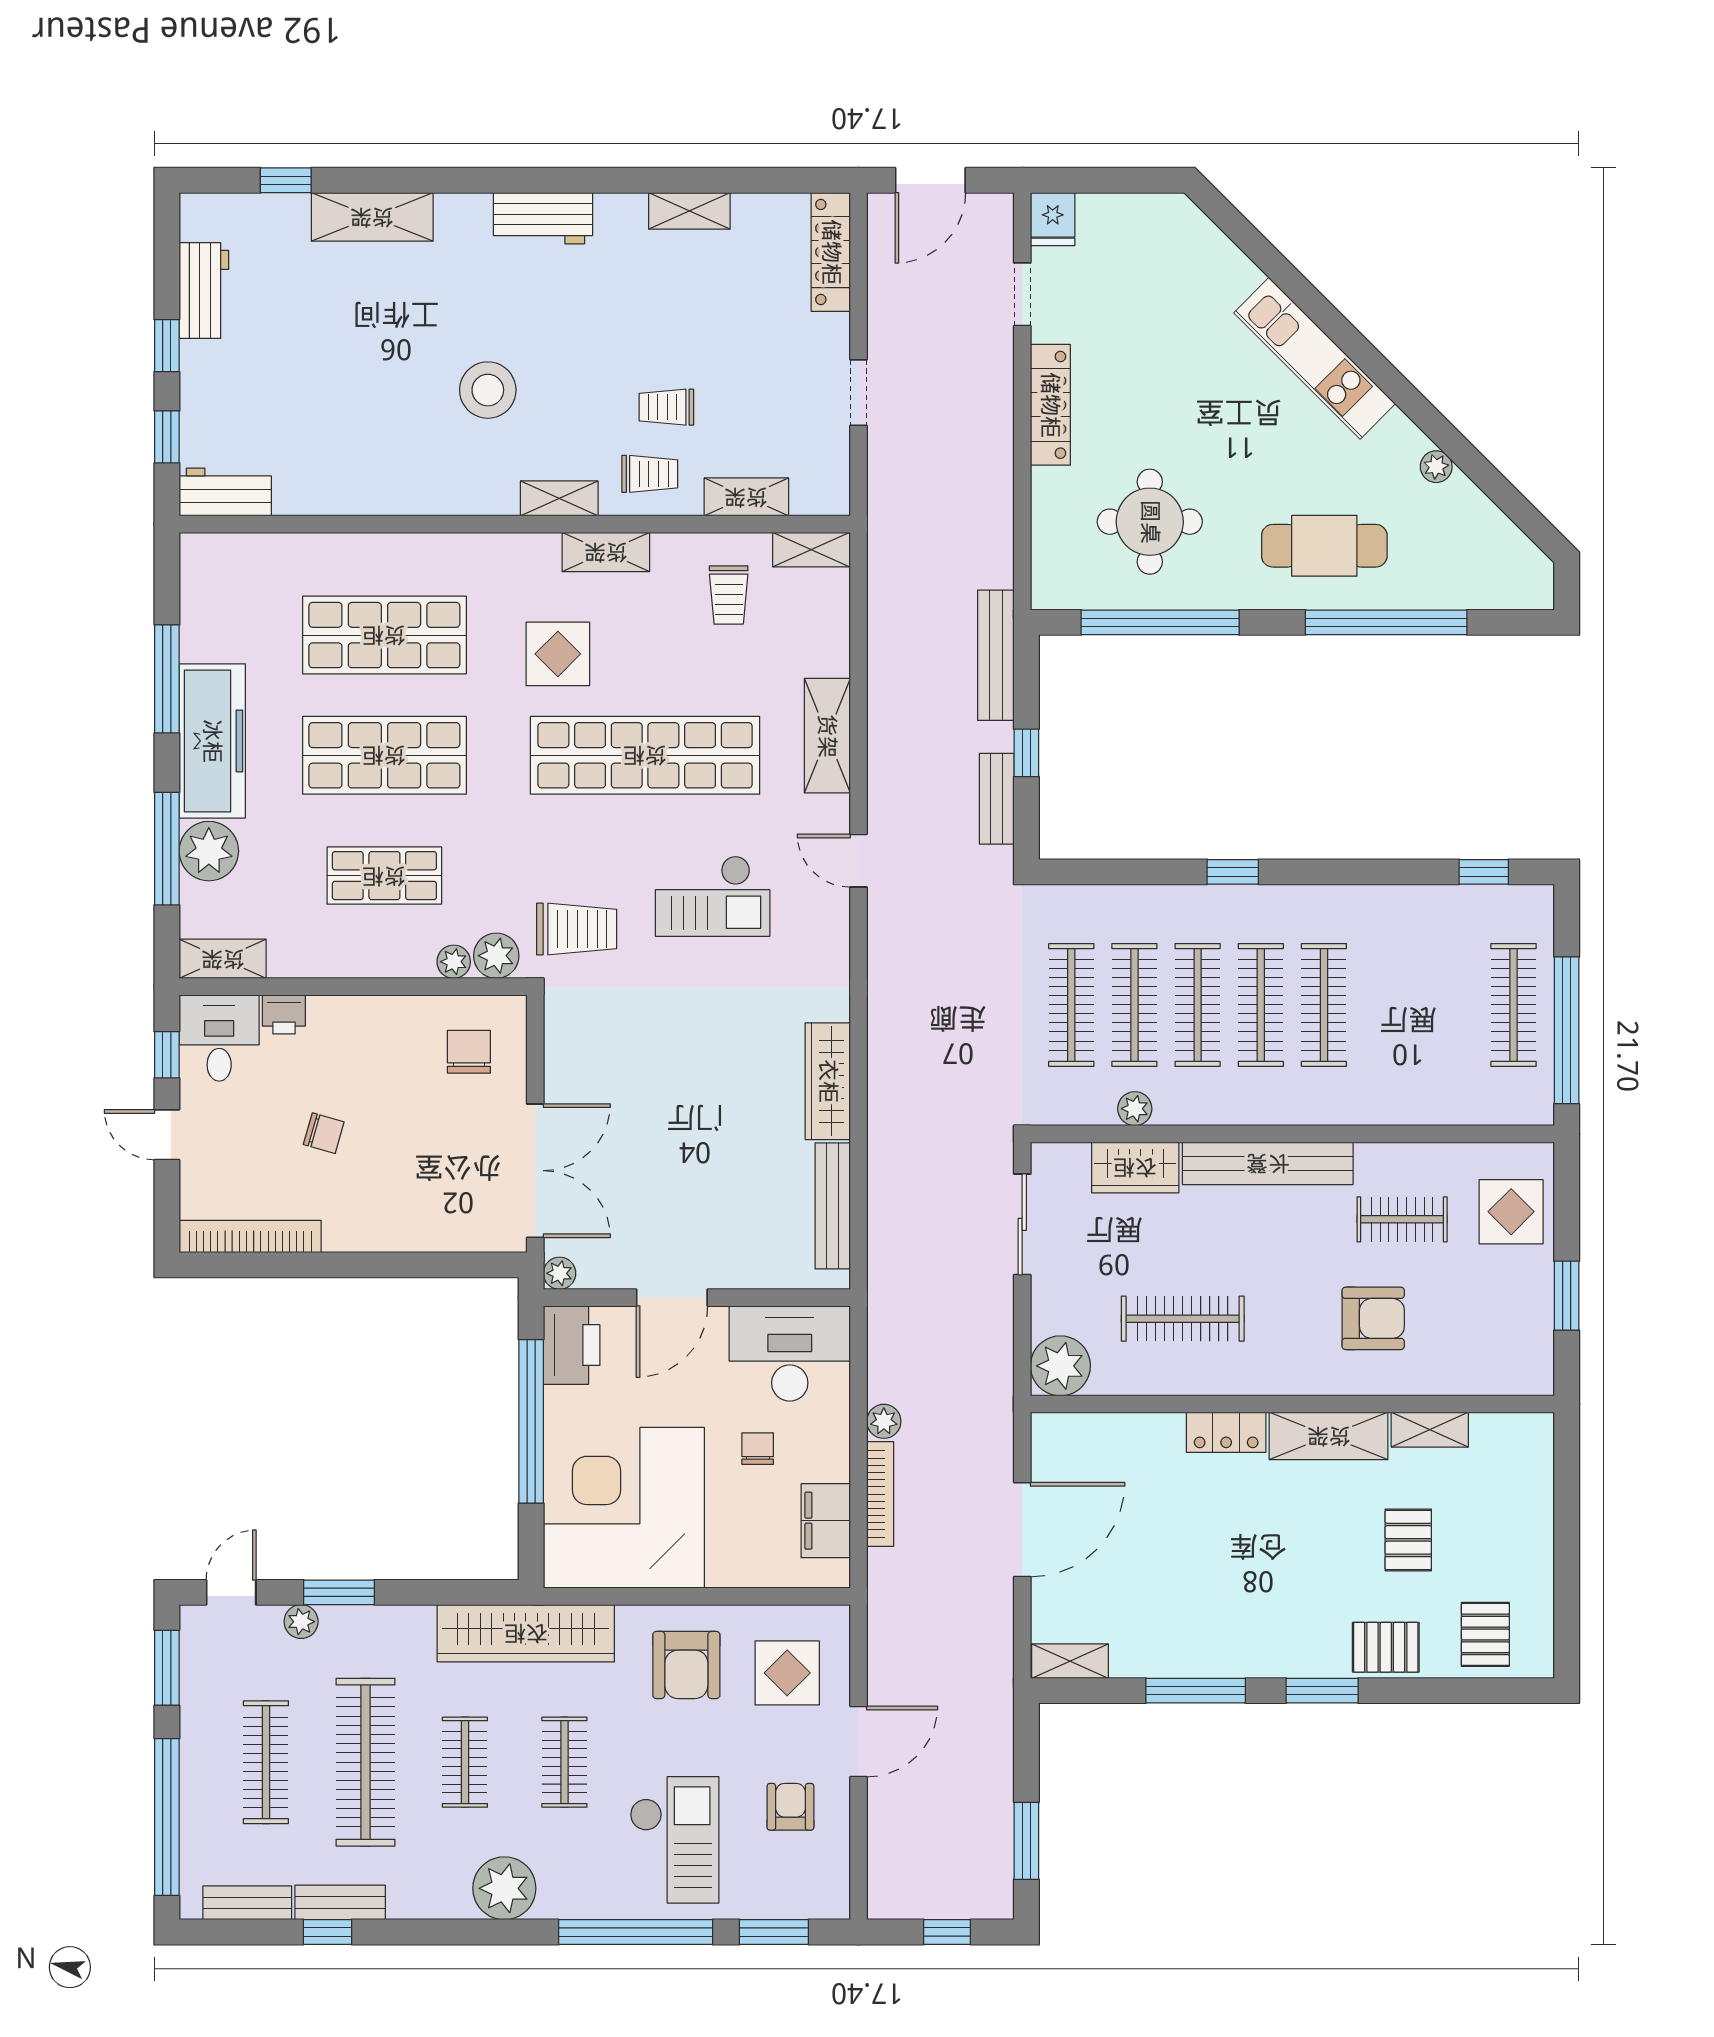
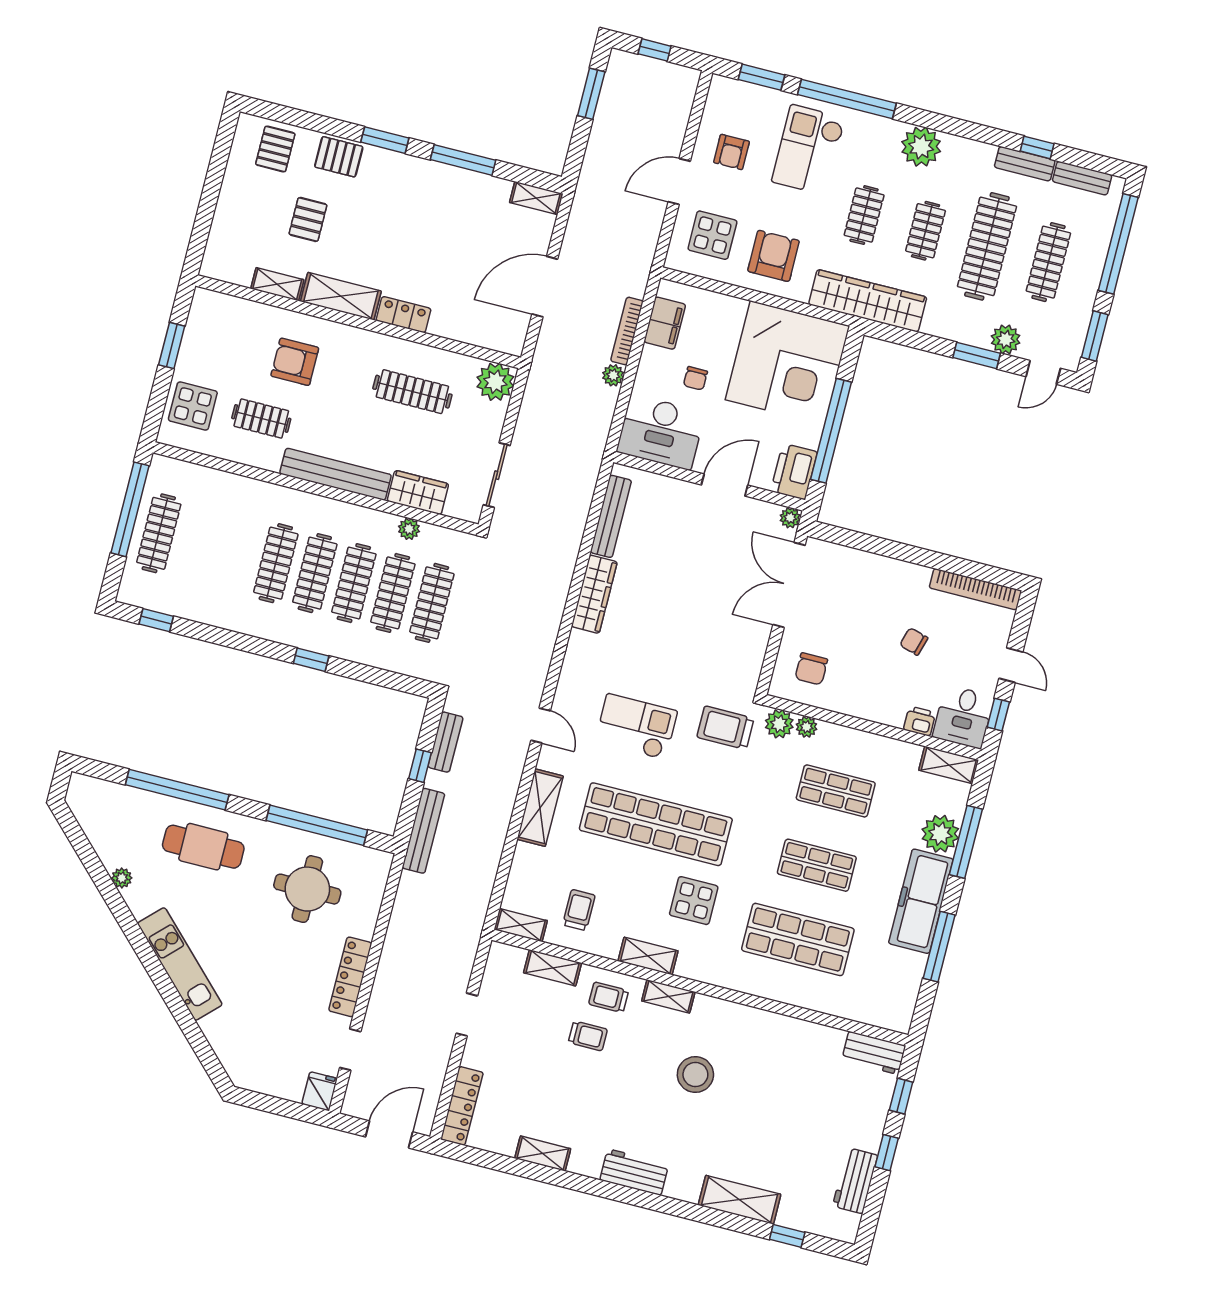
shop shelf: (384, 755) -> (817, 865), width x0.70, depth x0.74
plant: (301, 1622) -> (1006, 339), width x1.38, depth x1.38

